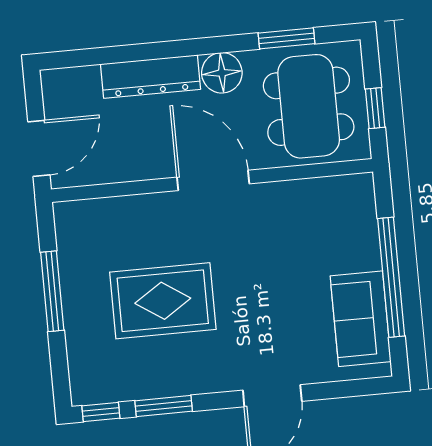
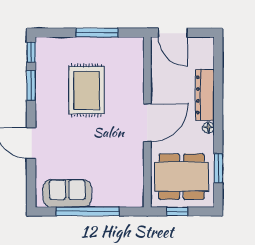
floor lamp: (222, 73) -> (208, 128), width x0.53, depth x0.53

